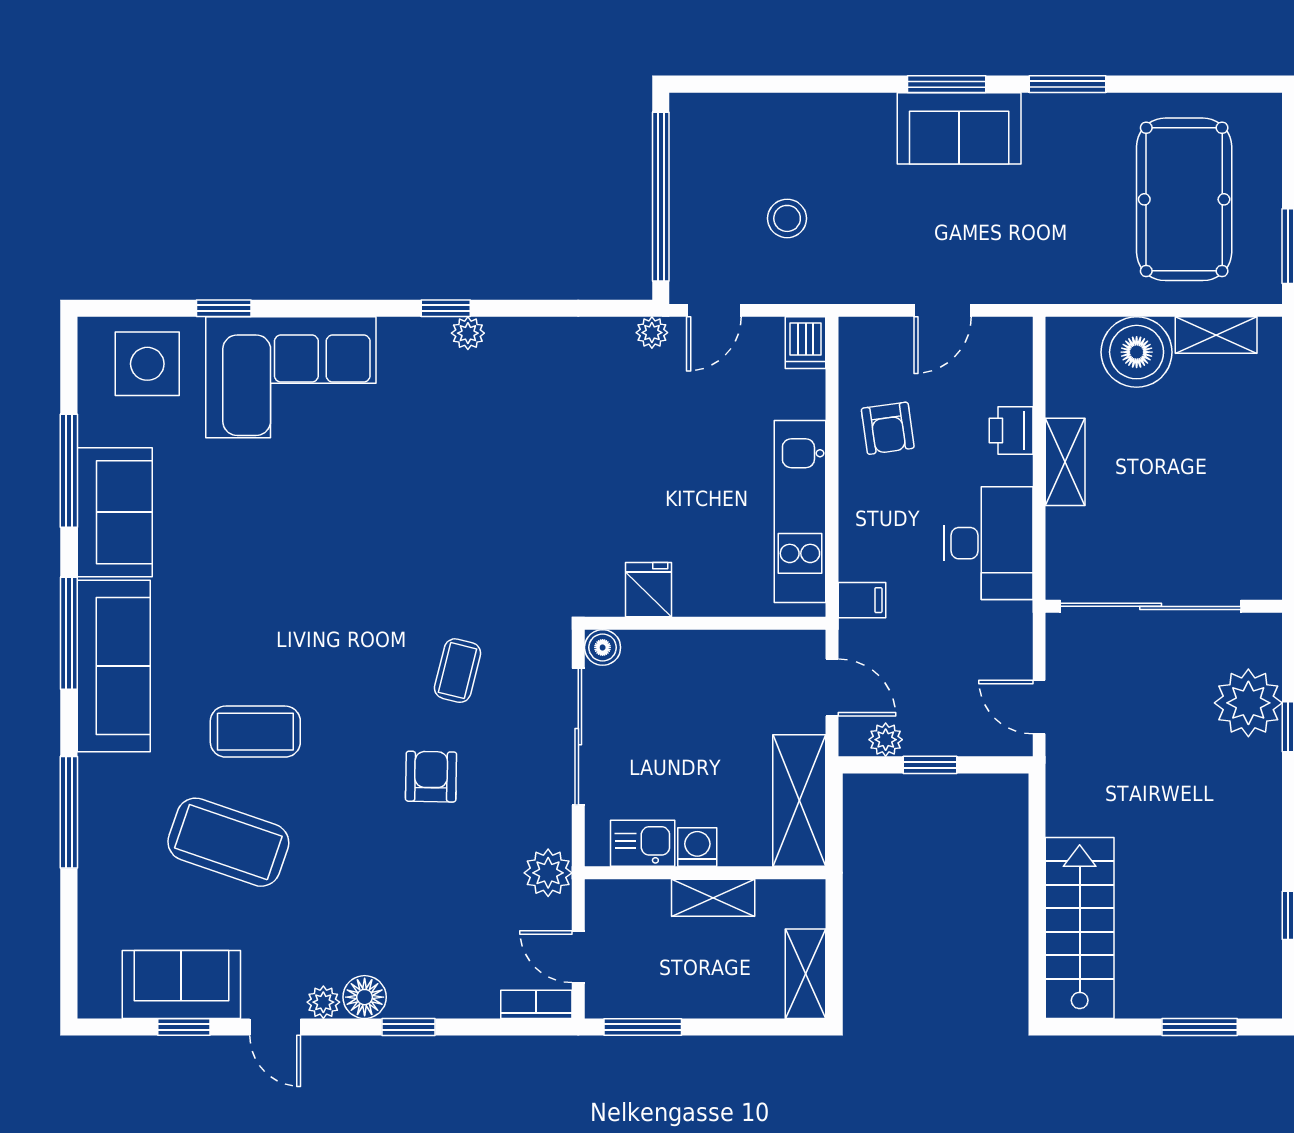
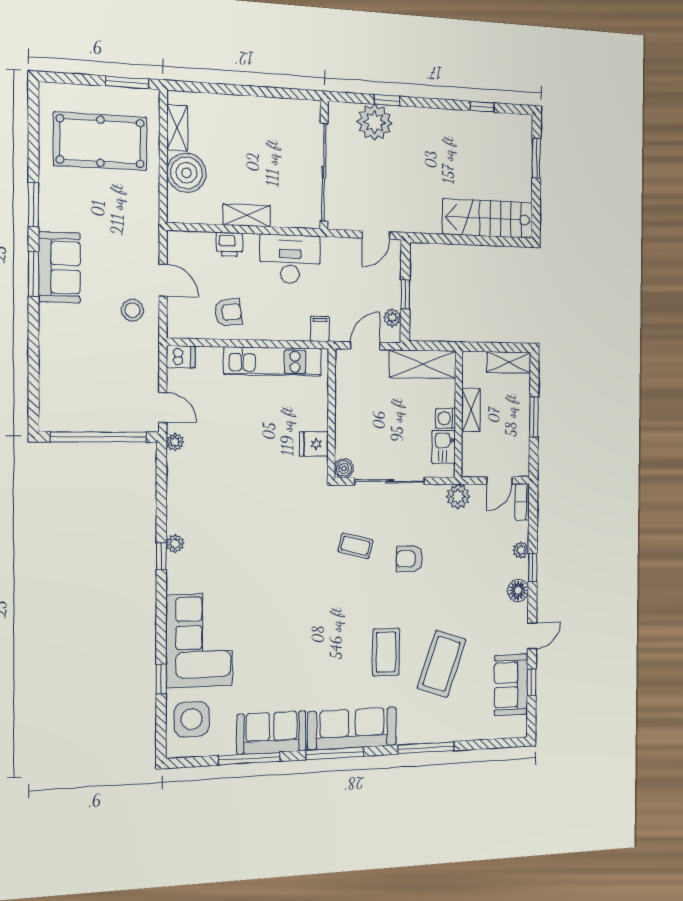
stool: (787, 218) -> (132, 310), moved
plant: (323, 1002) -> (521, 550), moved
window: (643, 1027) -> (534, 417), moved

